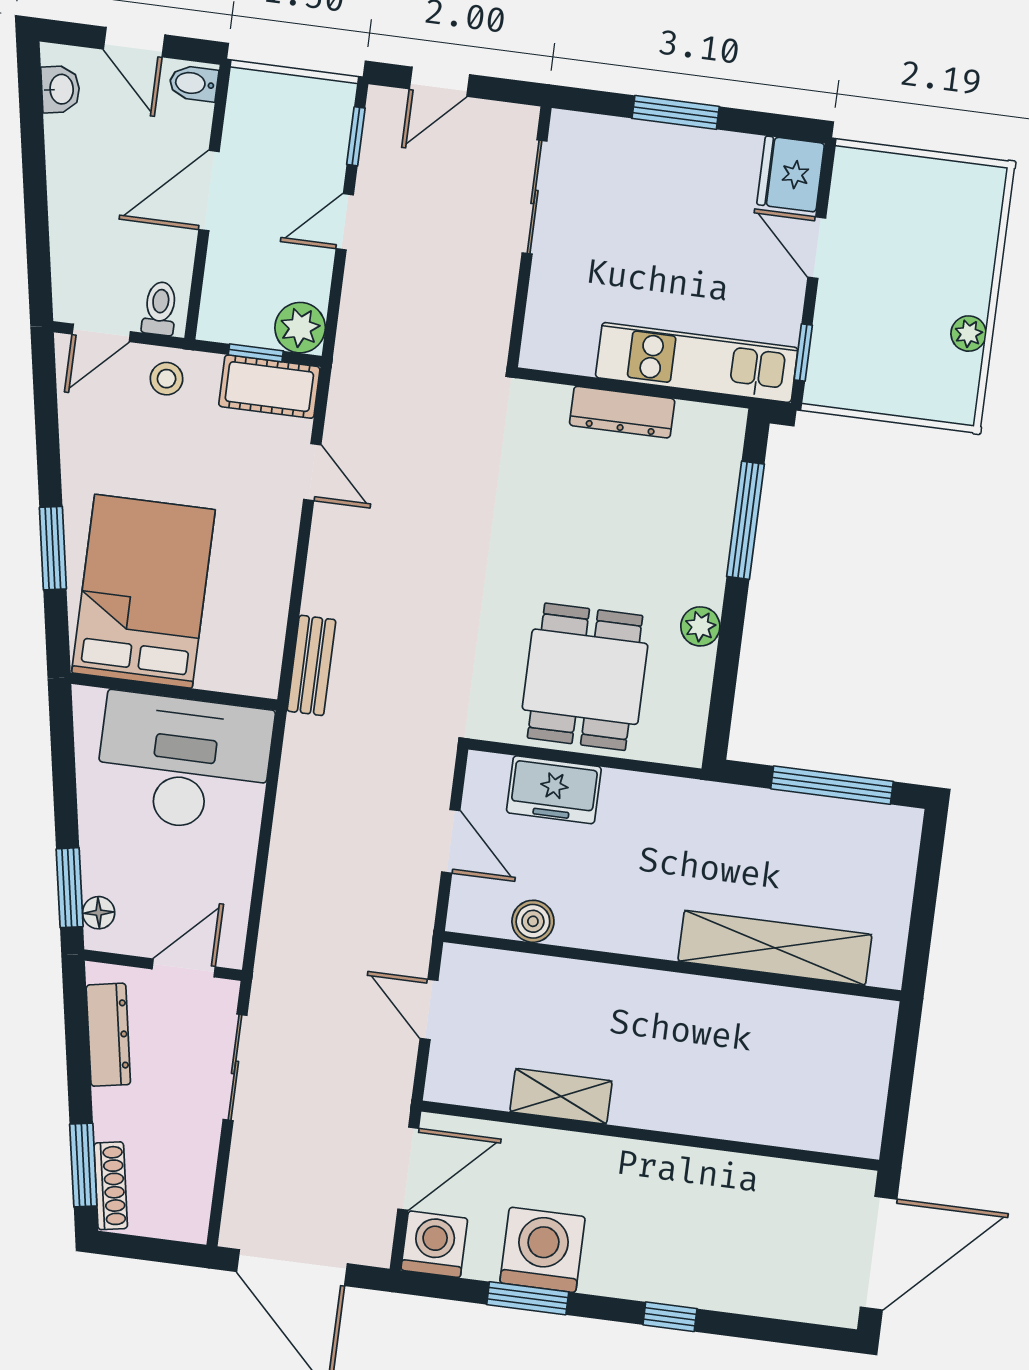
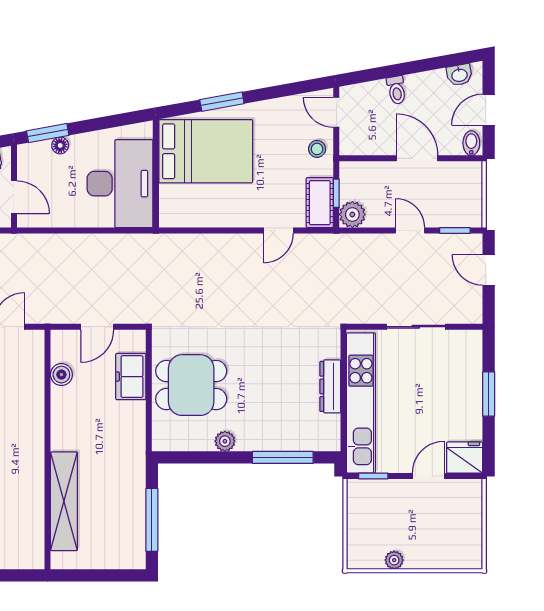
sliding door: (534, 197) -> (416, 327), moved
toilet: (160, 308) -> (396, 90), moved, turned 80
kitchen unit: (697, 363) -> (361, 403), width x1.36
bench: (311, 665) -> (179, 243), removed
floor lamp: (99, 913) -> (60, 145), moved

